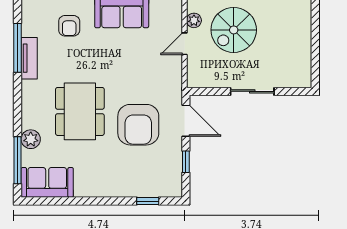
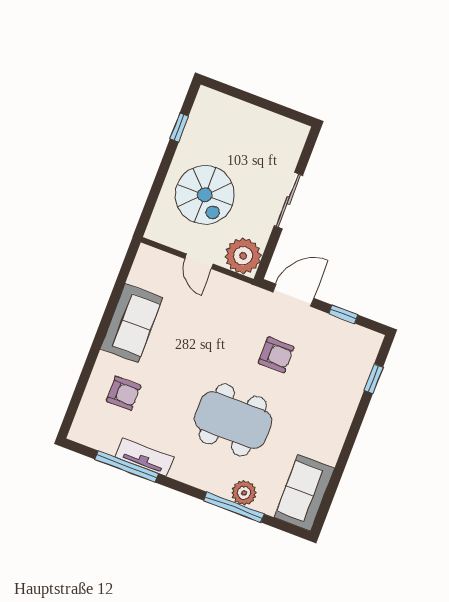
plant: (194, 20) -> (243, 256), moved, width x1.88, depth x1.88
armchair: (138, 125) -> (276, 355), width x0.53, depth x0.53
window: (18, 160) -> (234, 507), moved

